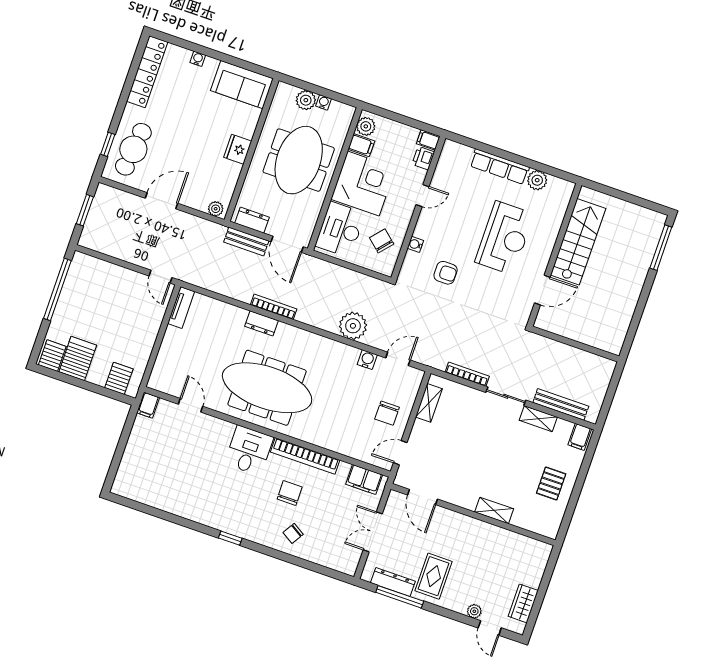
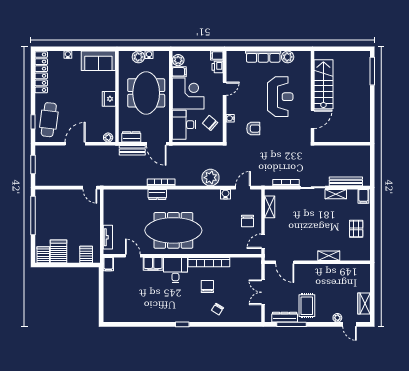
tv unit: (181, 308) -> (108, 237), moved
filing cabinet: (364, 479) -> (153, 264), moved

